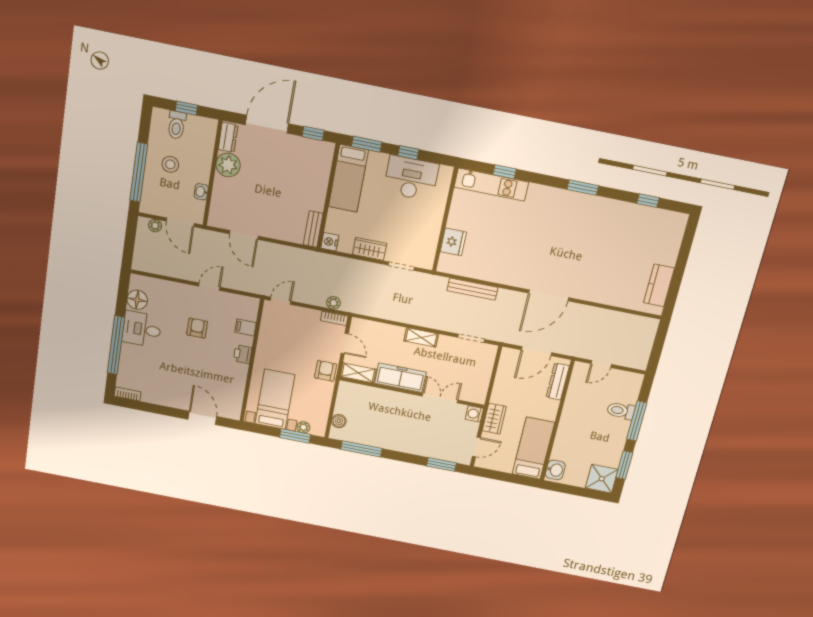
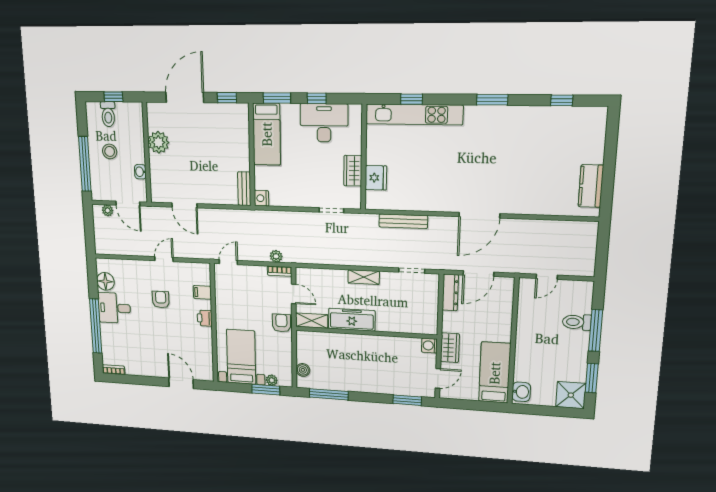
dresser: (228, 137) -> (154, 117), removed
kitchen unit: (491, 185) -> (414, 115), width x1.36
wardrobe: (369, 249) -> (353, 171), moved, turned -90
dresser: (558, 381) -> (450, 292), moved, turned 180
double door: (440, 398) -> (393, 334), removed

